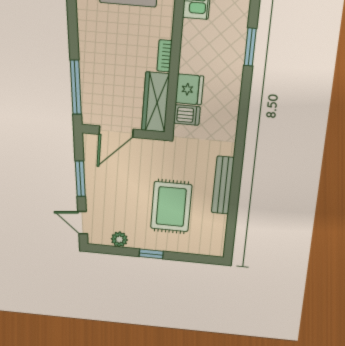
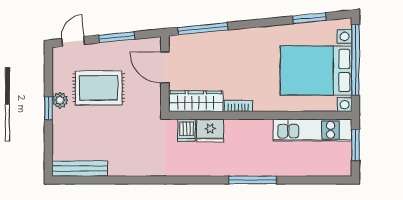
window: (250, 47) -> (253, 180), width x1.44
bench: (223, 185) -> (80, 169), moved
rug: (171, 207) -> (99, 88), moved
plant: (119, 239) -> (60, 100), moved

